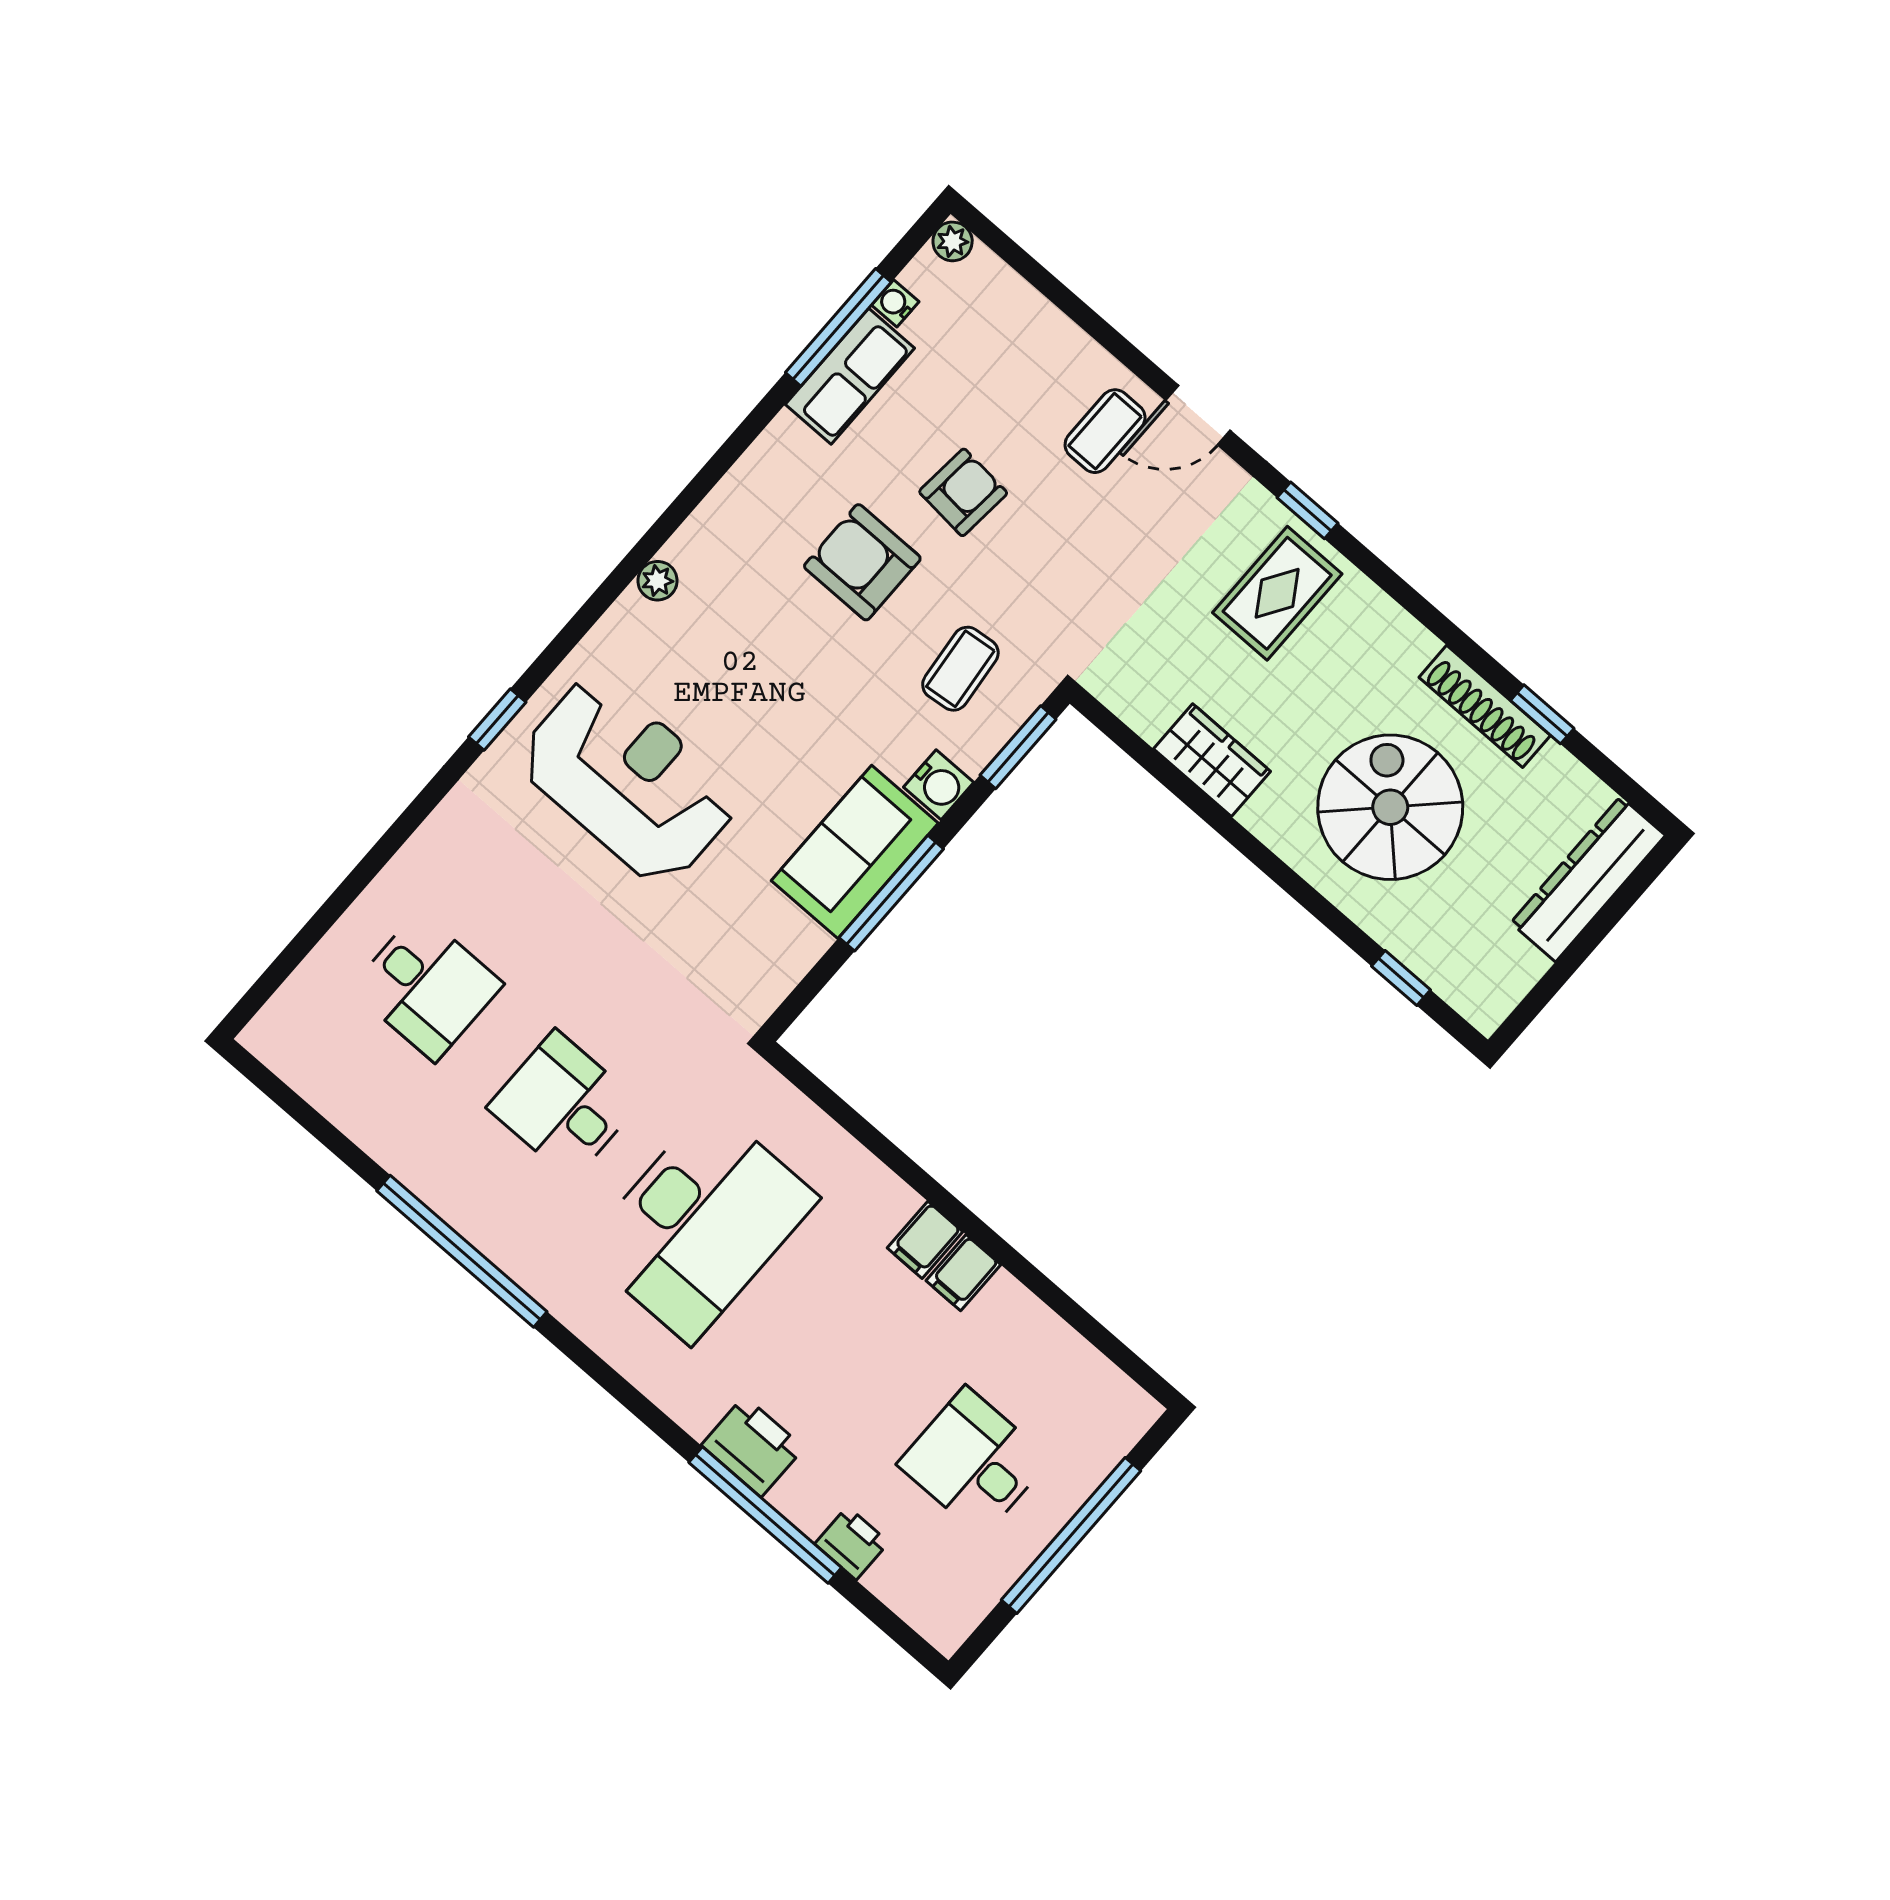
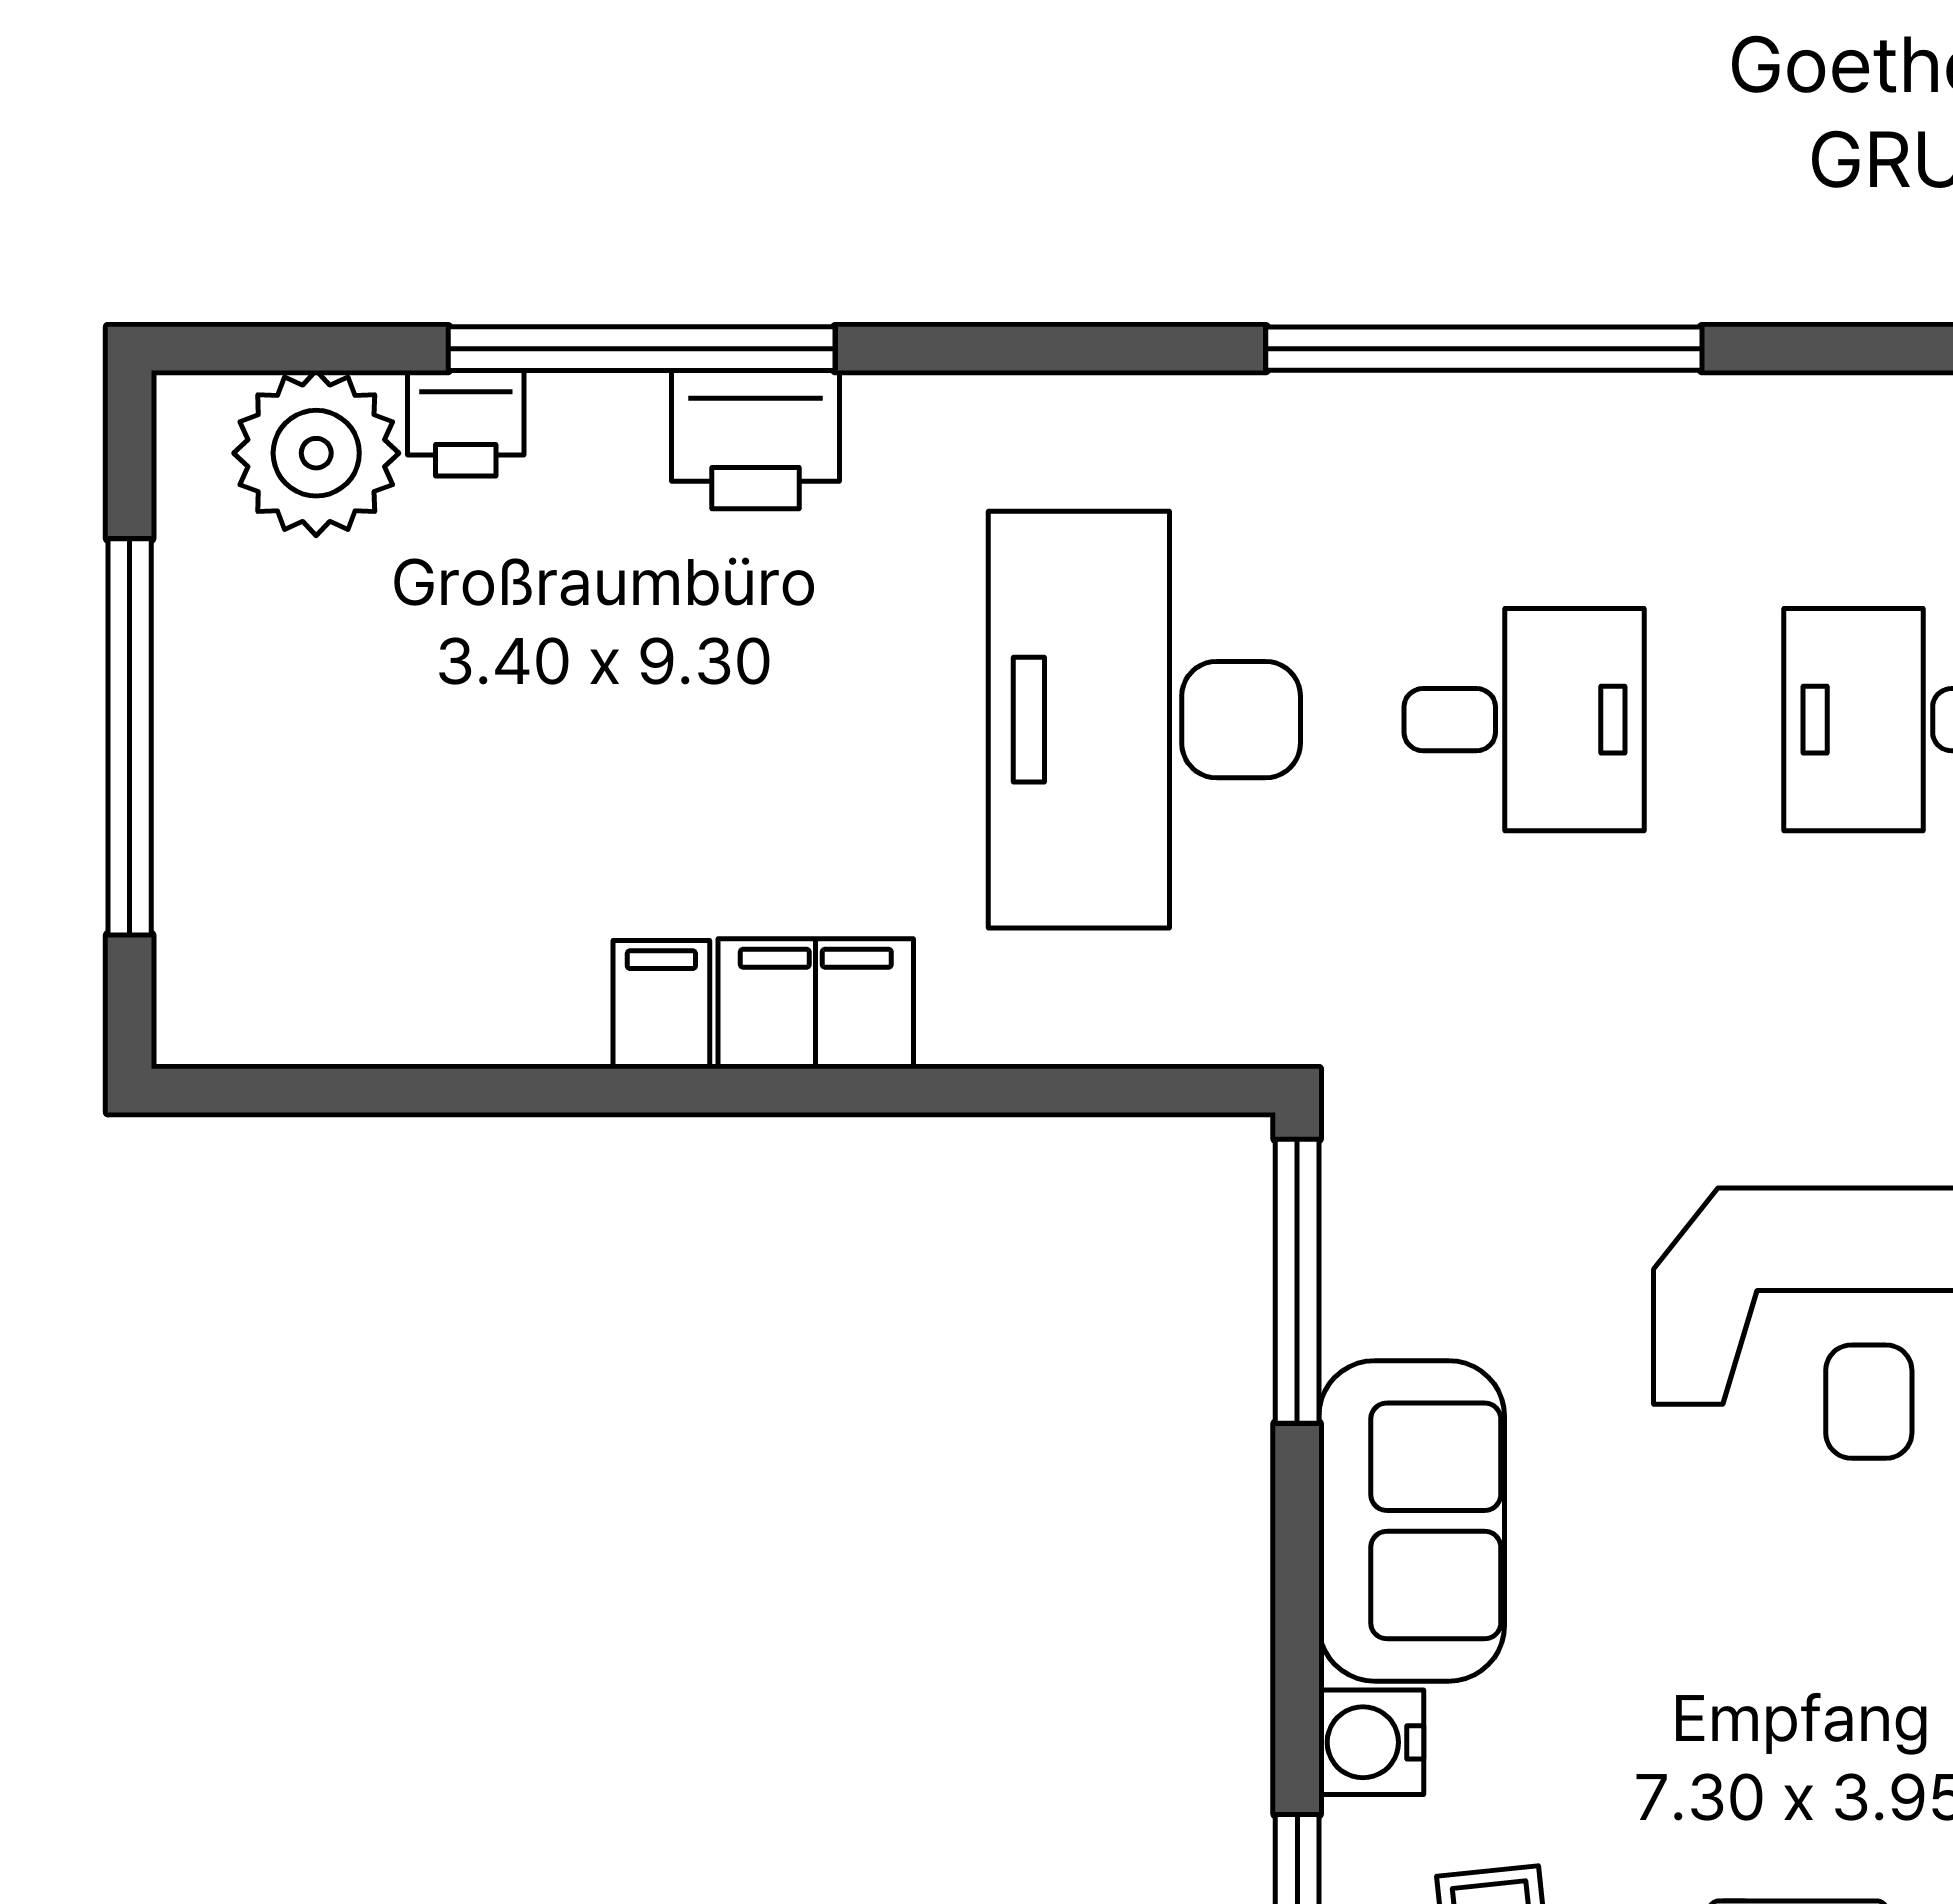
window: (891, 893) -> (1297, 1281), moved
filing cabinet: (925, 1240) -> (816, 1004), width x2.00
desk: (974, 1462) -> (385, 720), removed
plant: (915, 1579) -> (316, 453), added

